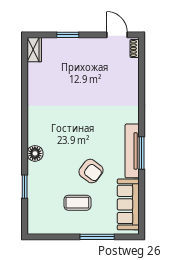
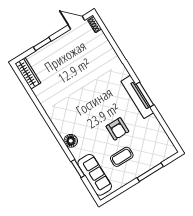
wardrobe: (34, 50) -> (28, 73), width x1.50
armchair: (91, 171) -> (117, 129), turned 53
sofa: (128, 204) -> (95, 175), moved, turned 180

